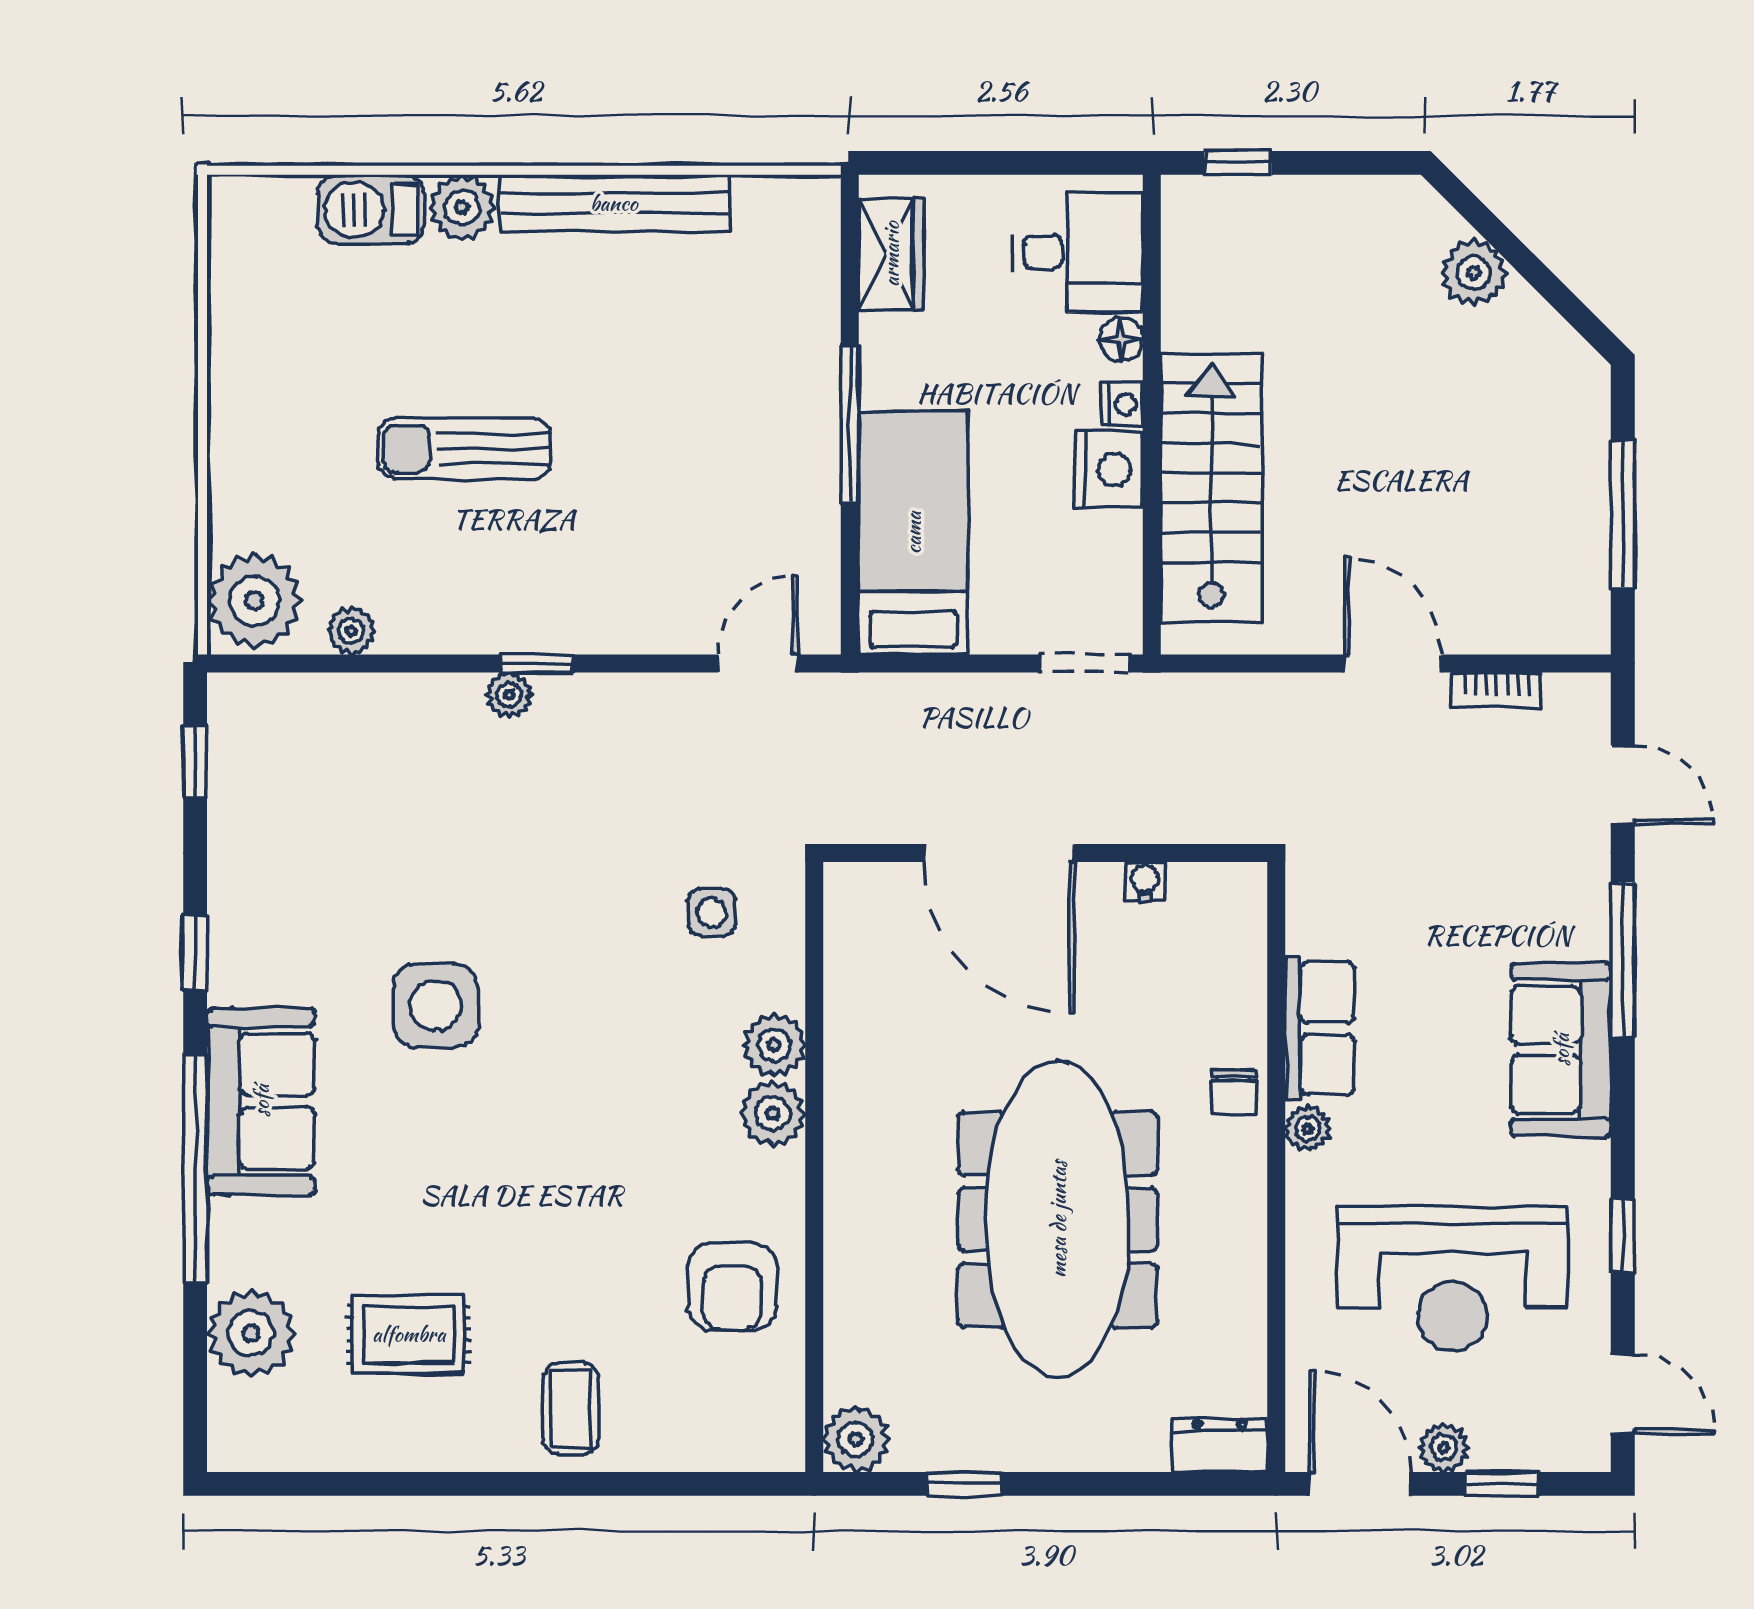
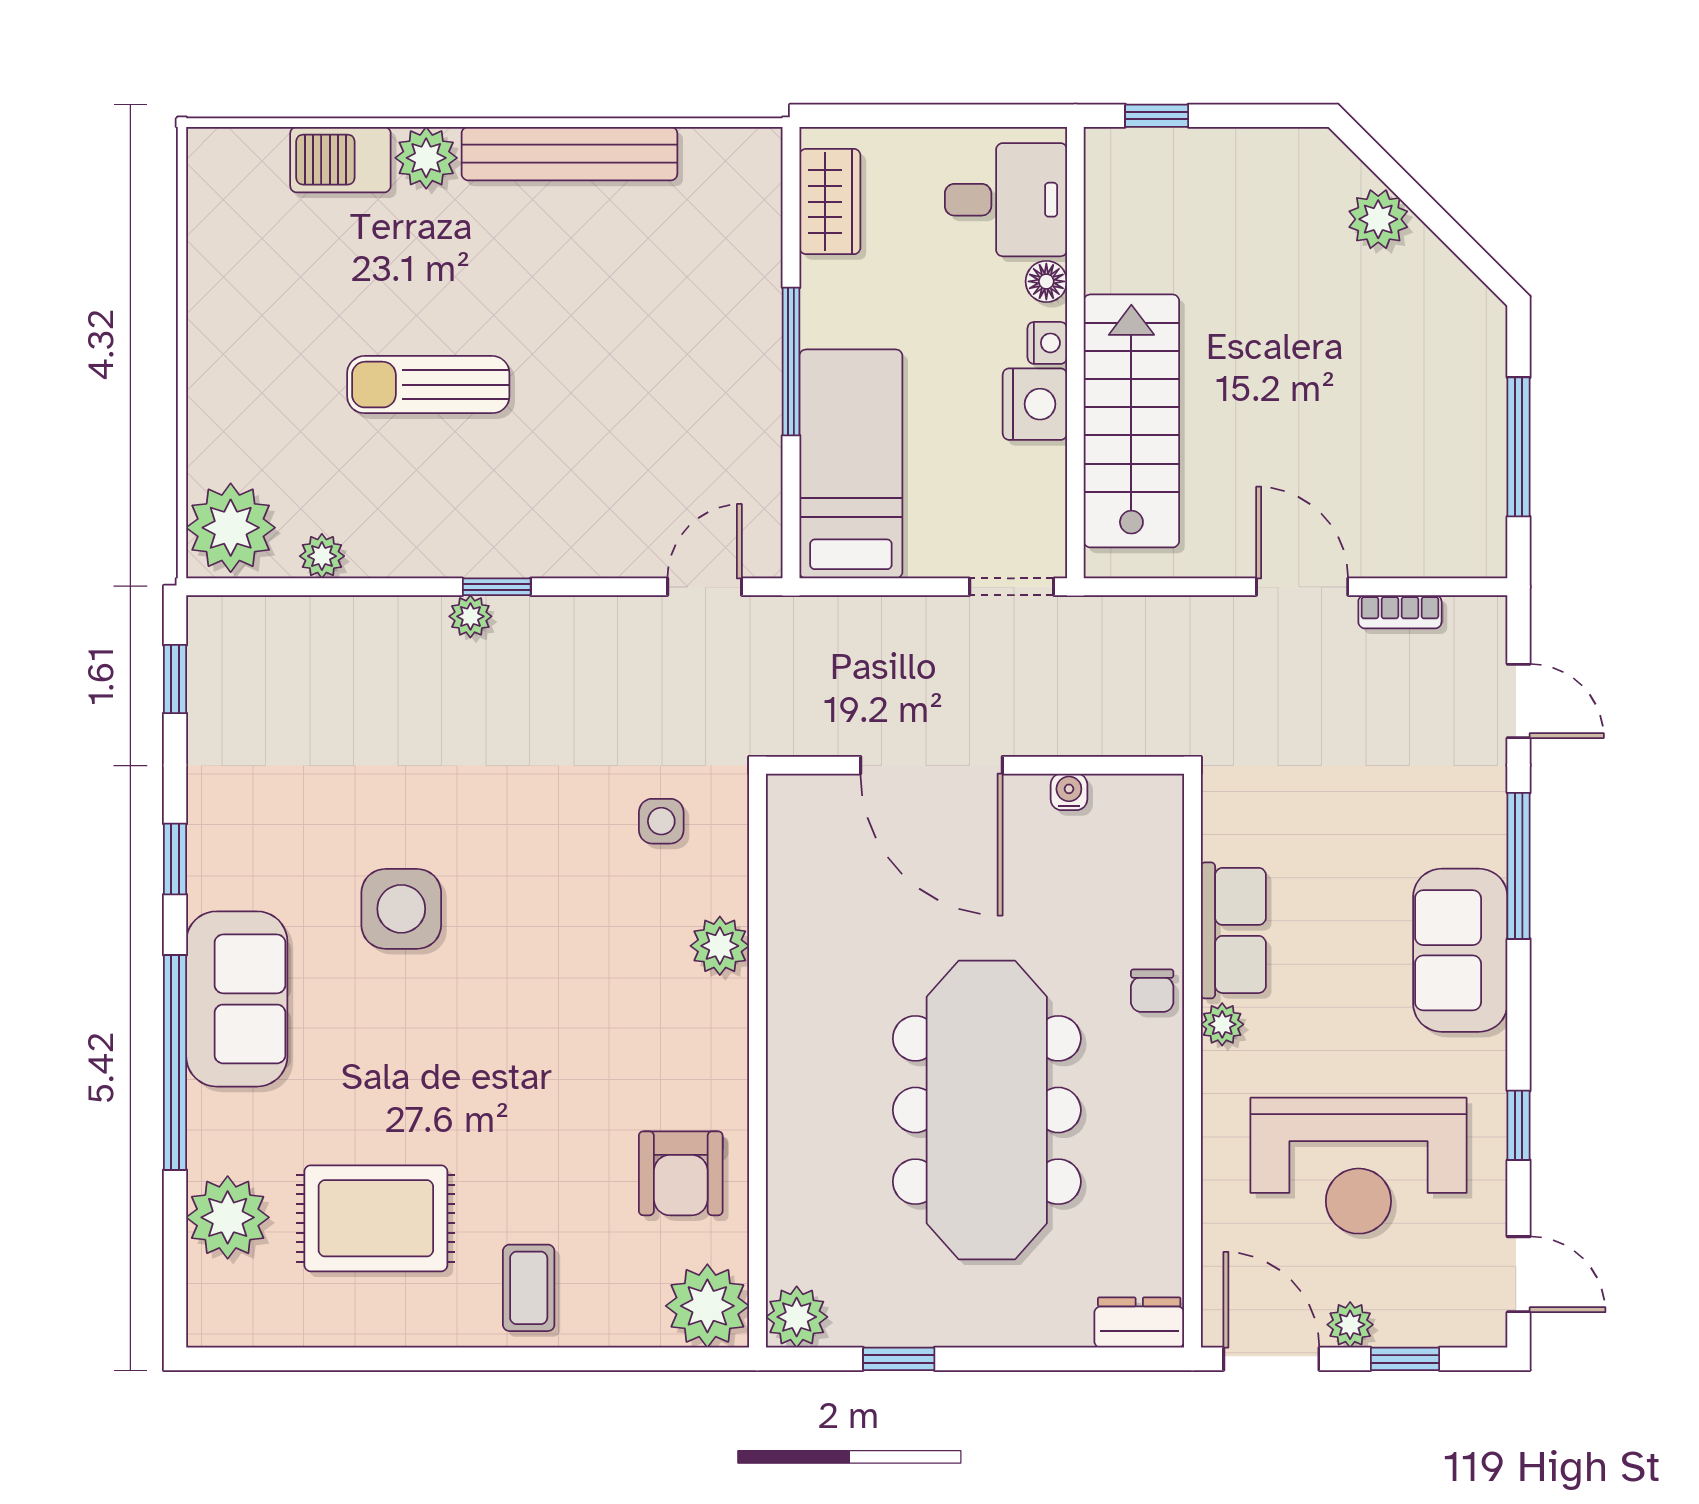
plant: (773, 1114) -> (707, 1306), moved, width x1.36, depth x1.36
rug: (409, 1334) -> (376, 1218), width x1.36, depth x1.43

